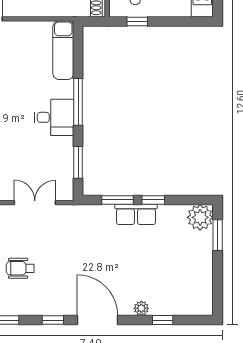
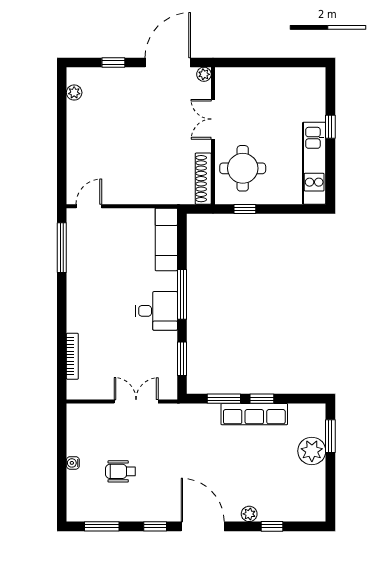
row of seats: (136, 214) -> (254, 414), width x1.48
plant: (200, 217) -> (312, 451), moved

